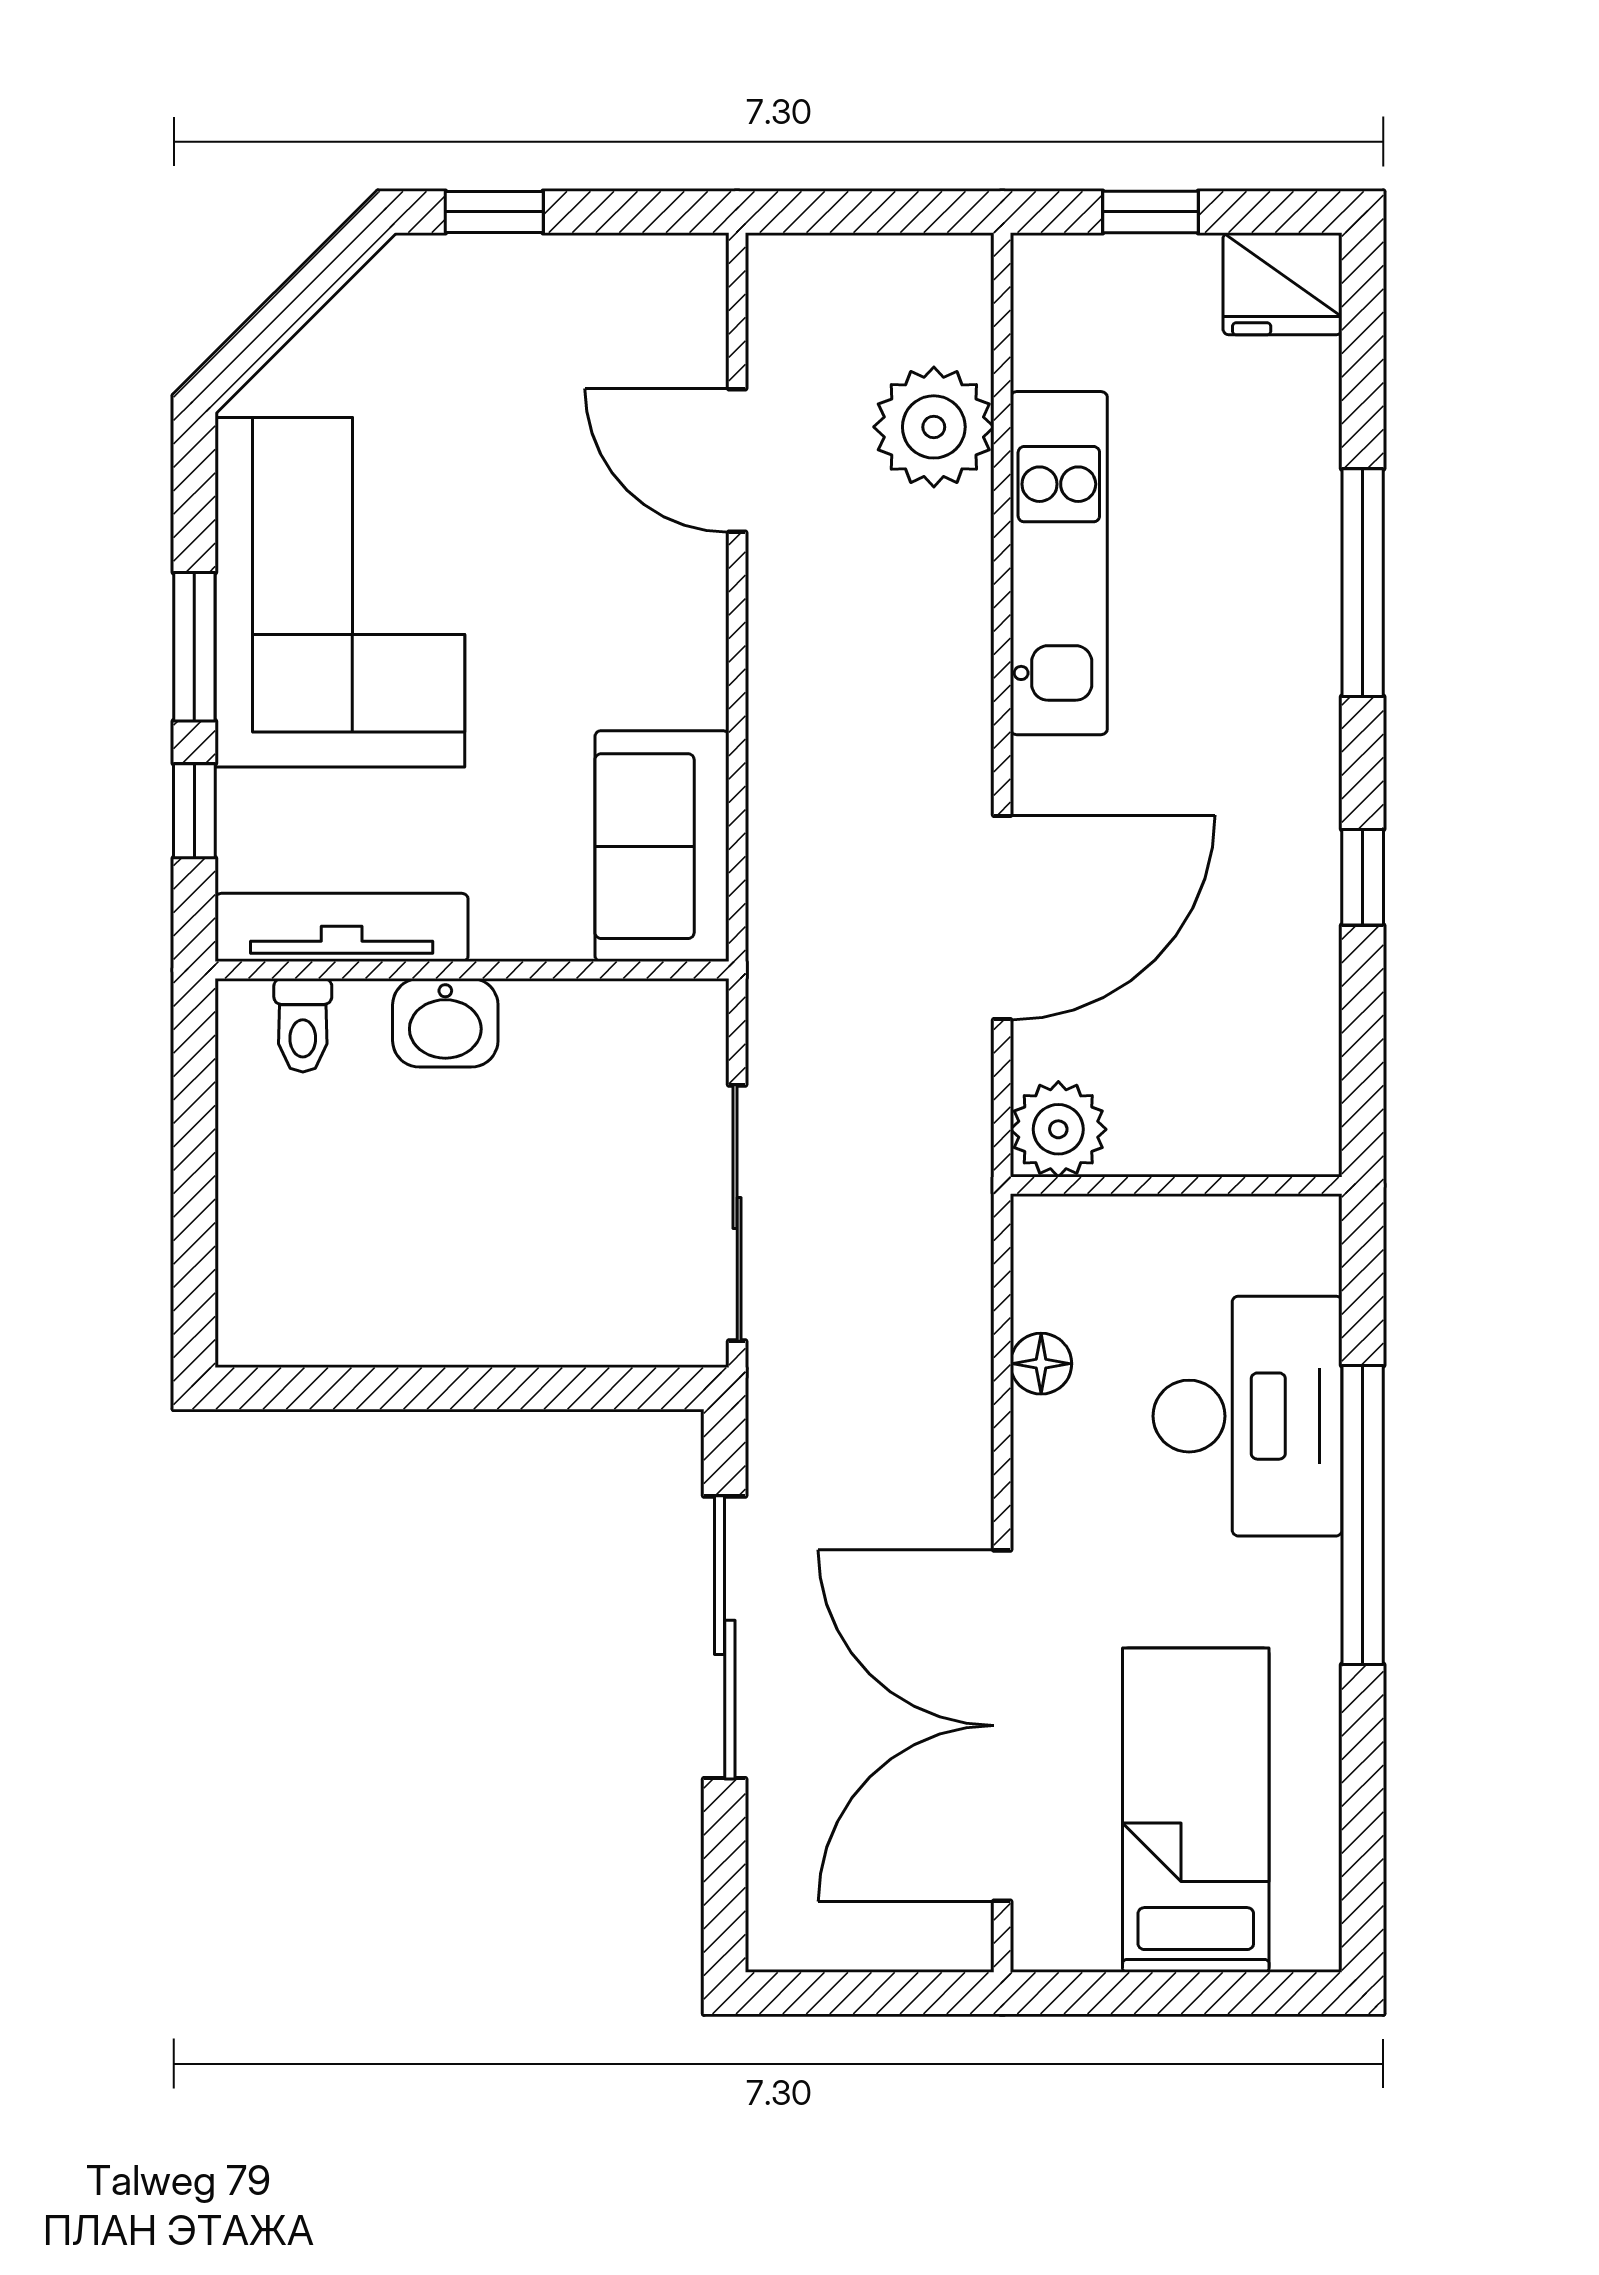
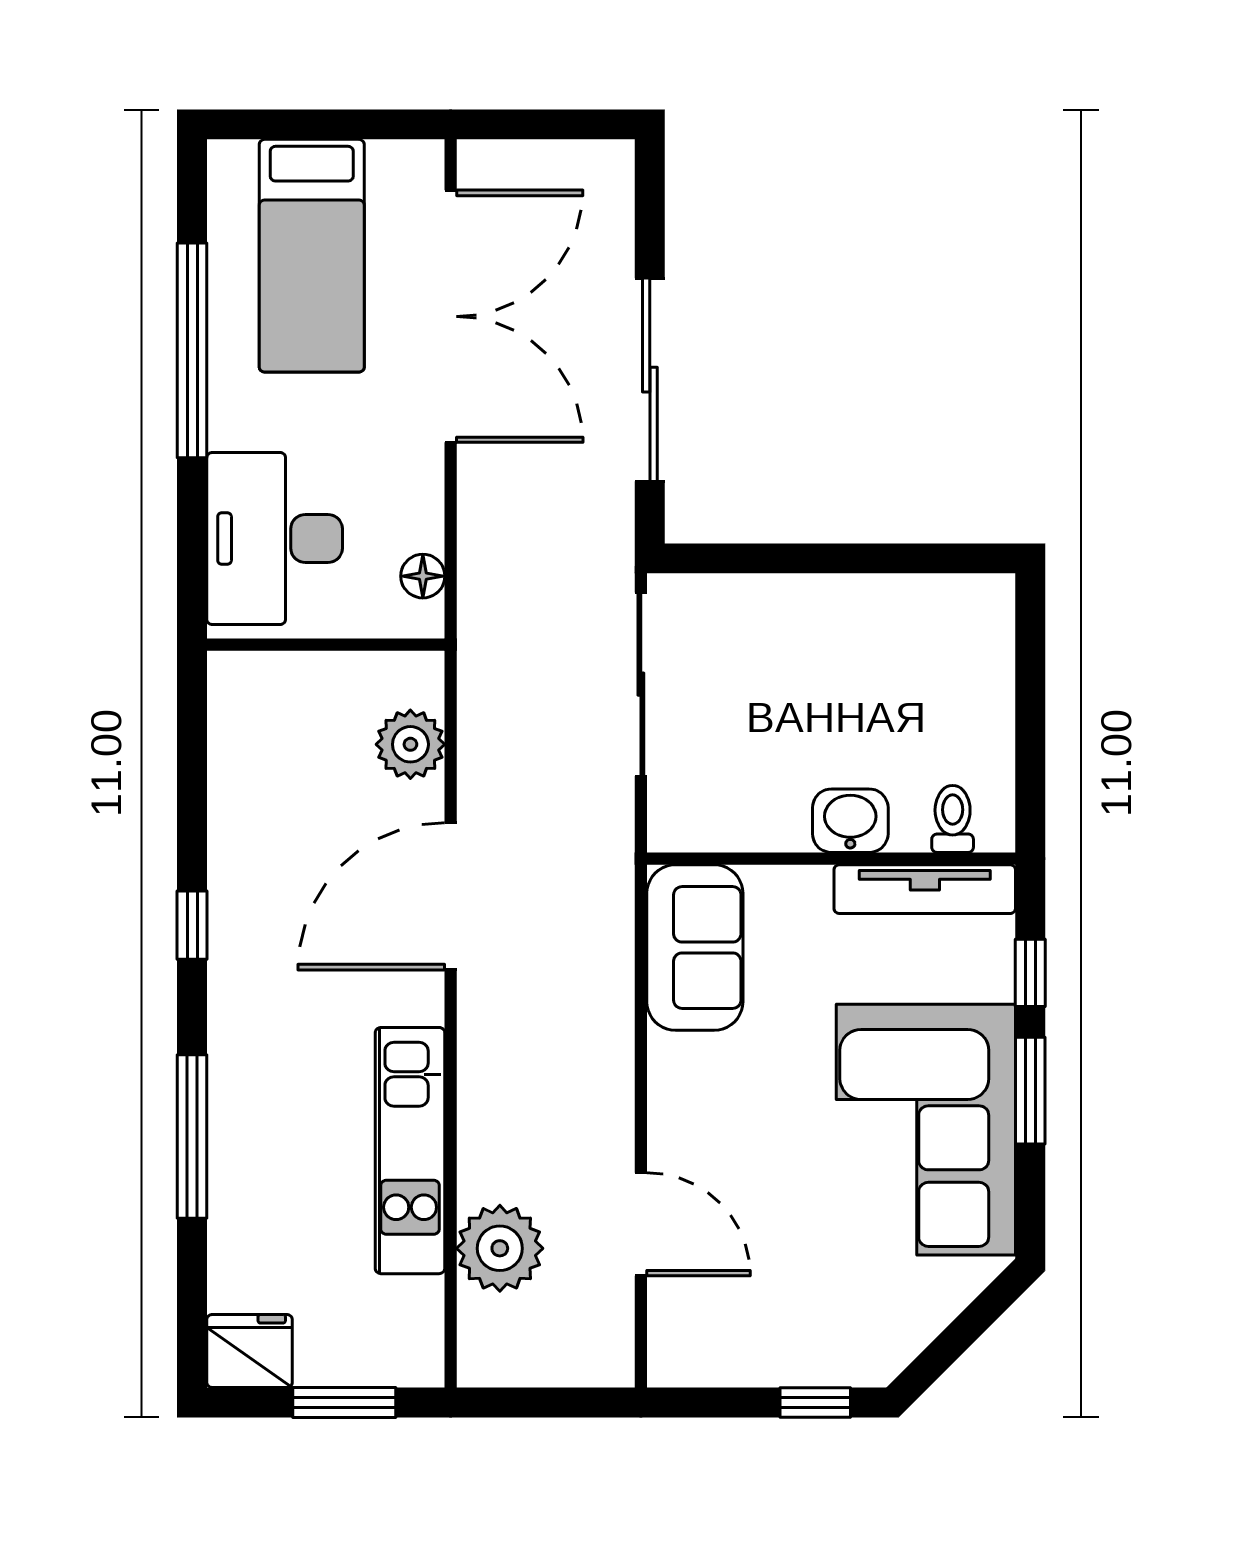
window: (1151, 212) -> (344, 1403), width x1.50
wall: (1176, 1185) -> (326, 645), moved
window: (1363, 1515) -> (192, 350), moved

